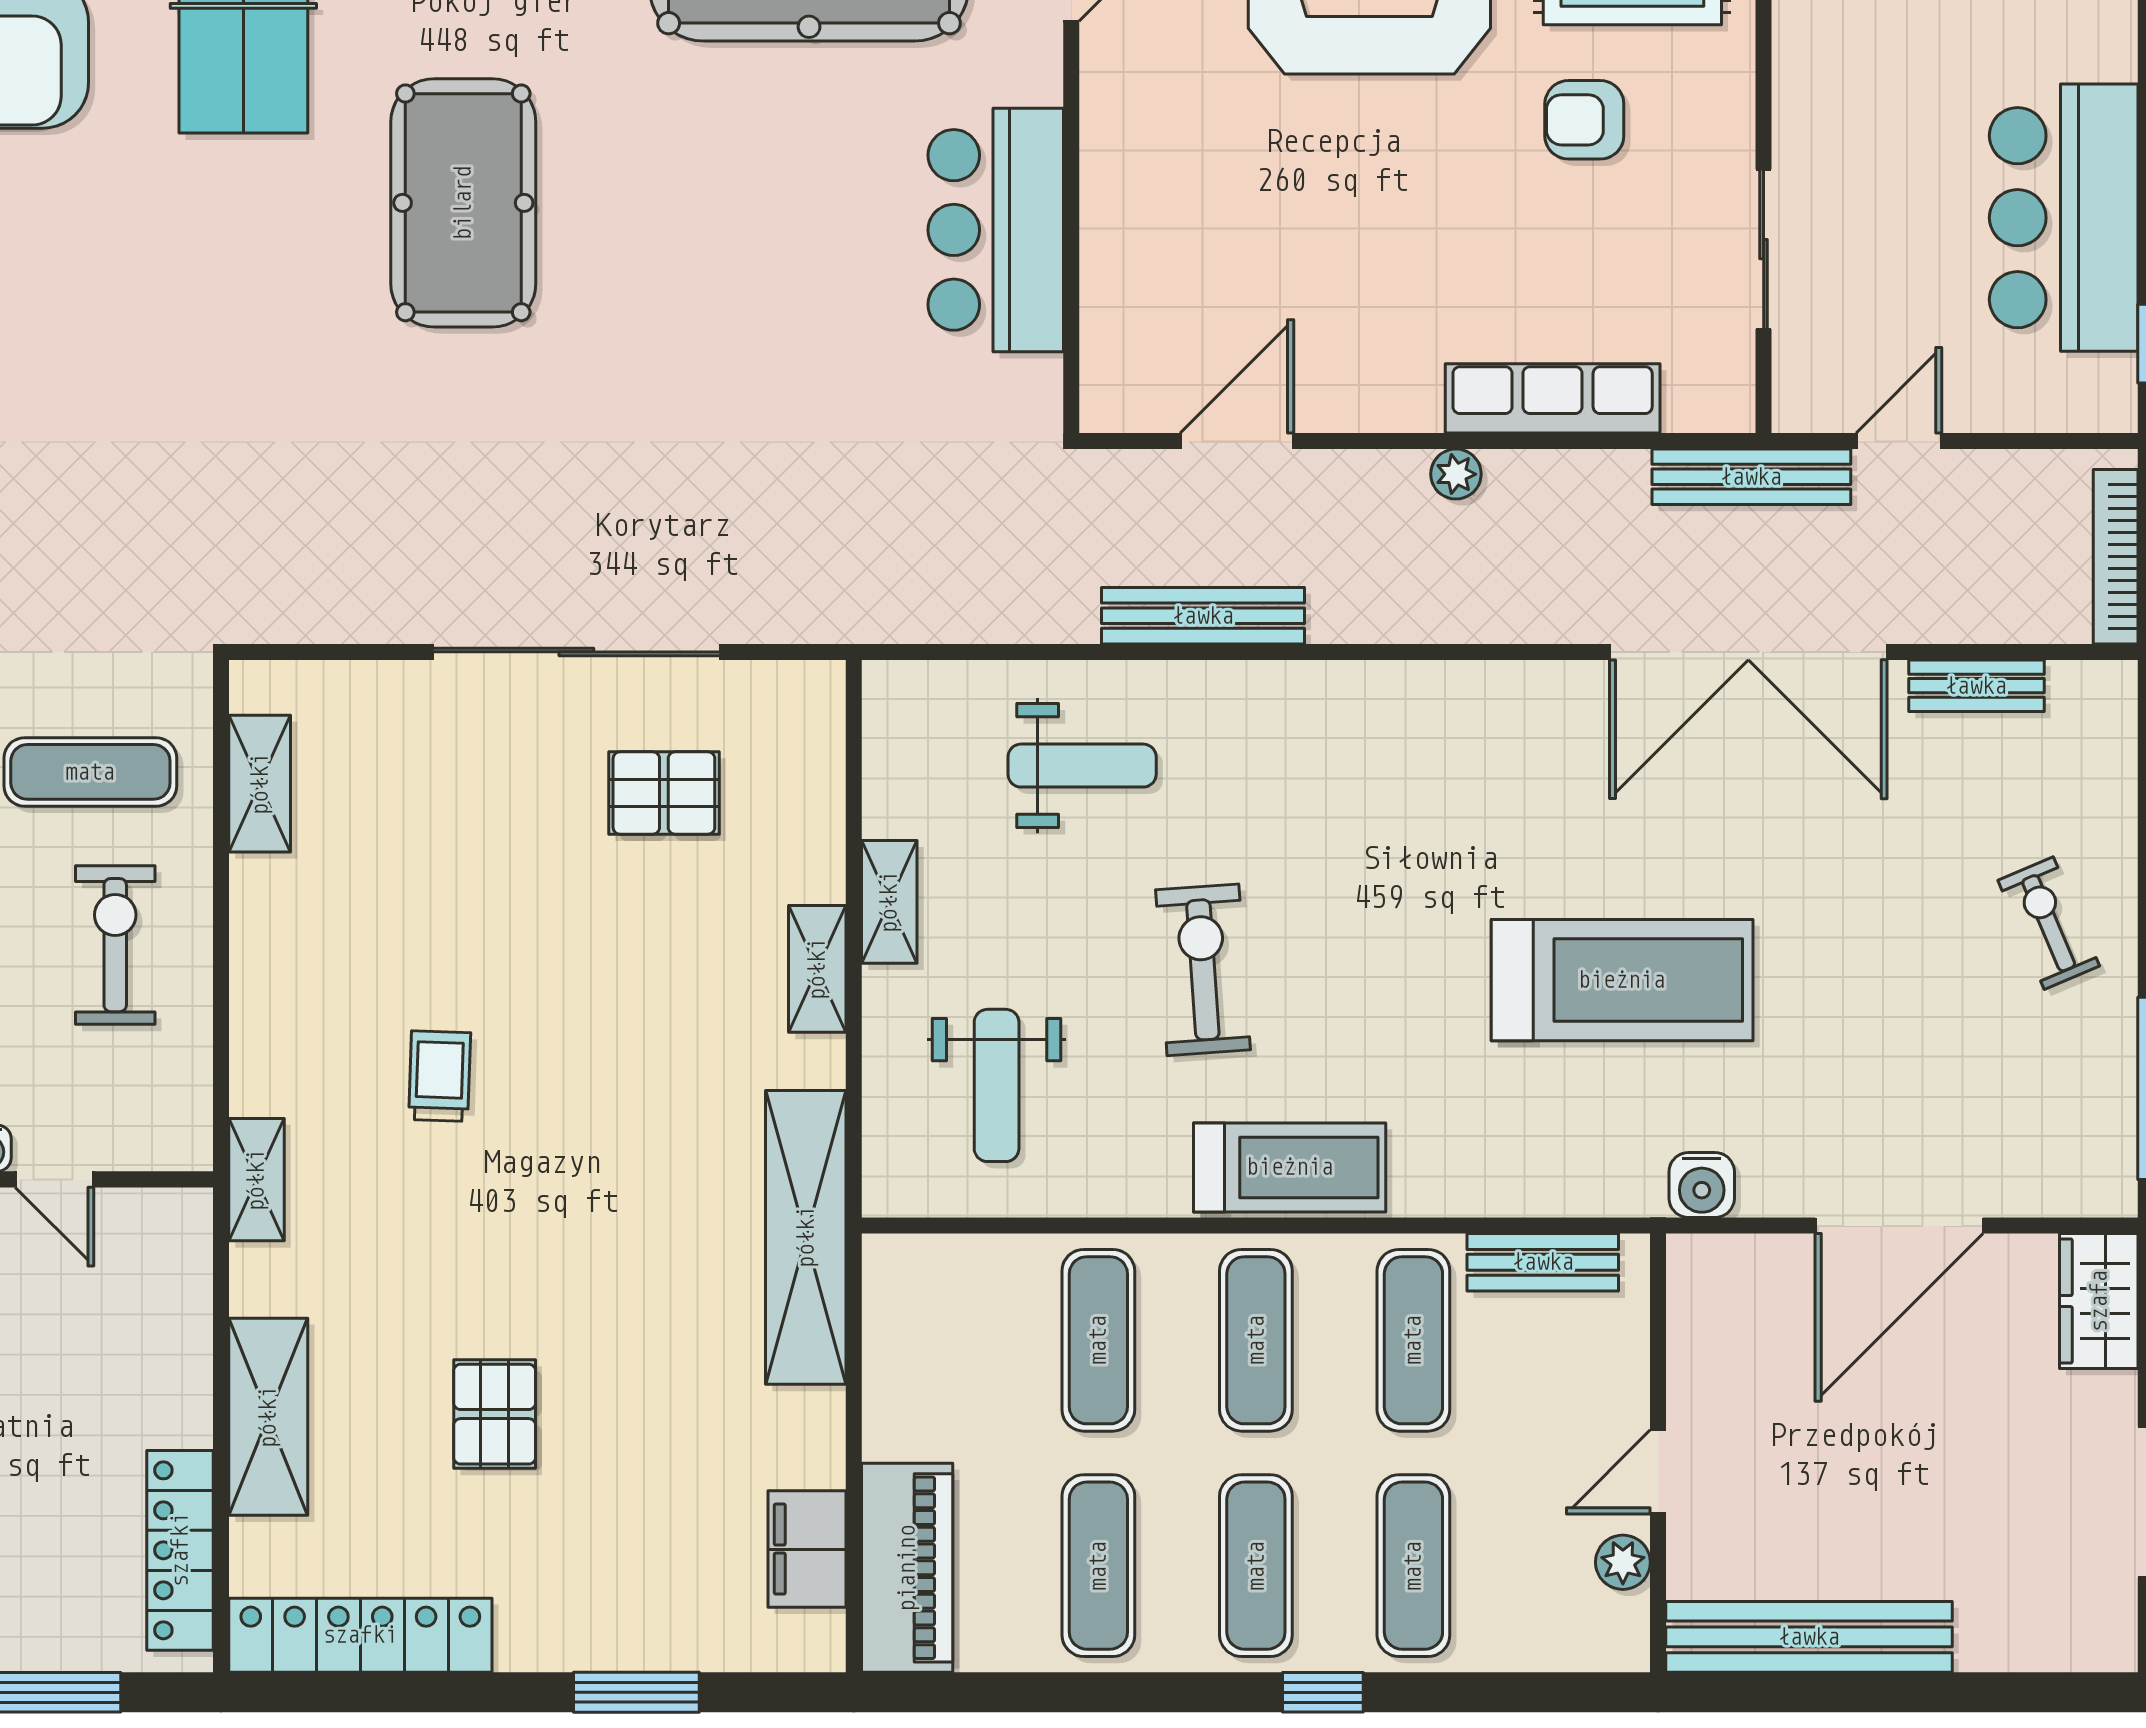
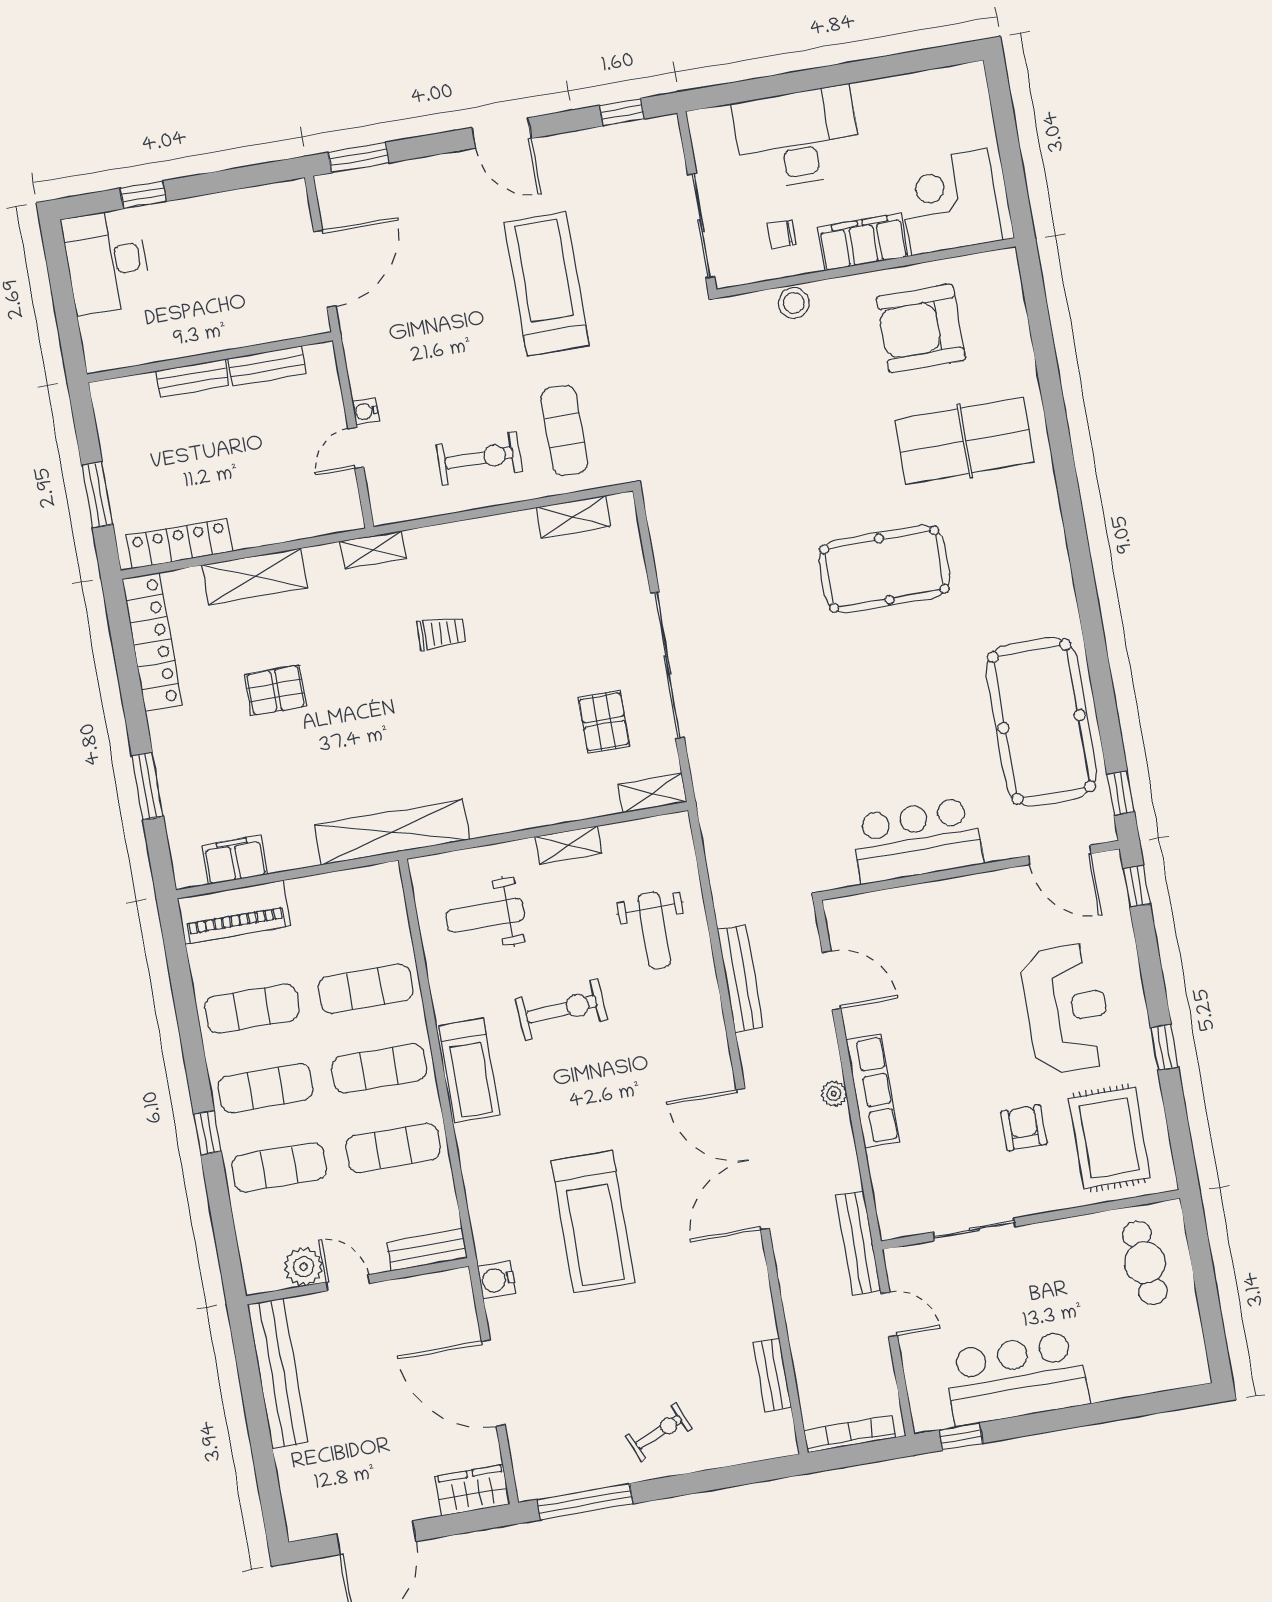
row of seats: (1553, 398) -> (873, 1091), moved
double door: (1748, 652) -> (753, 1159), moved
shelving: (817, 969) -> (652, 793), moved
bench: (1543, 1262) -> (427, 1250), moved, turned 90
plant: (1623, 1562) -> (303, 1267), width x1.38, depth x1.38

